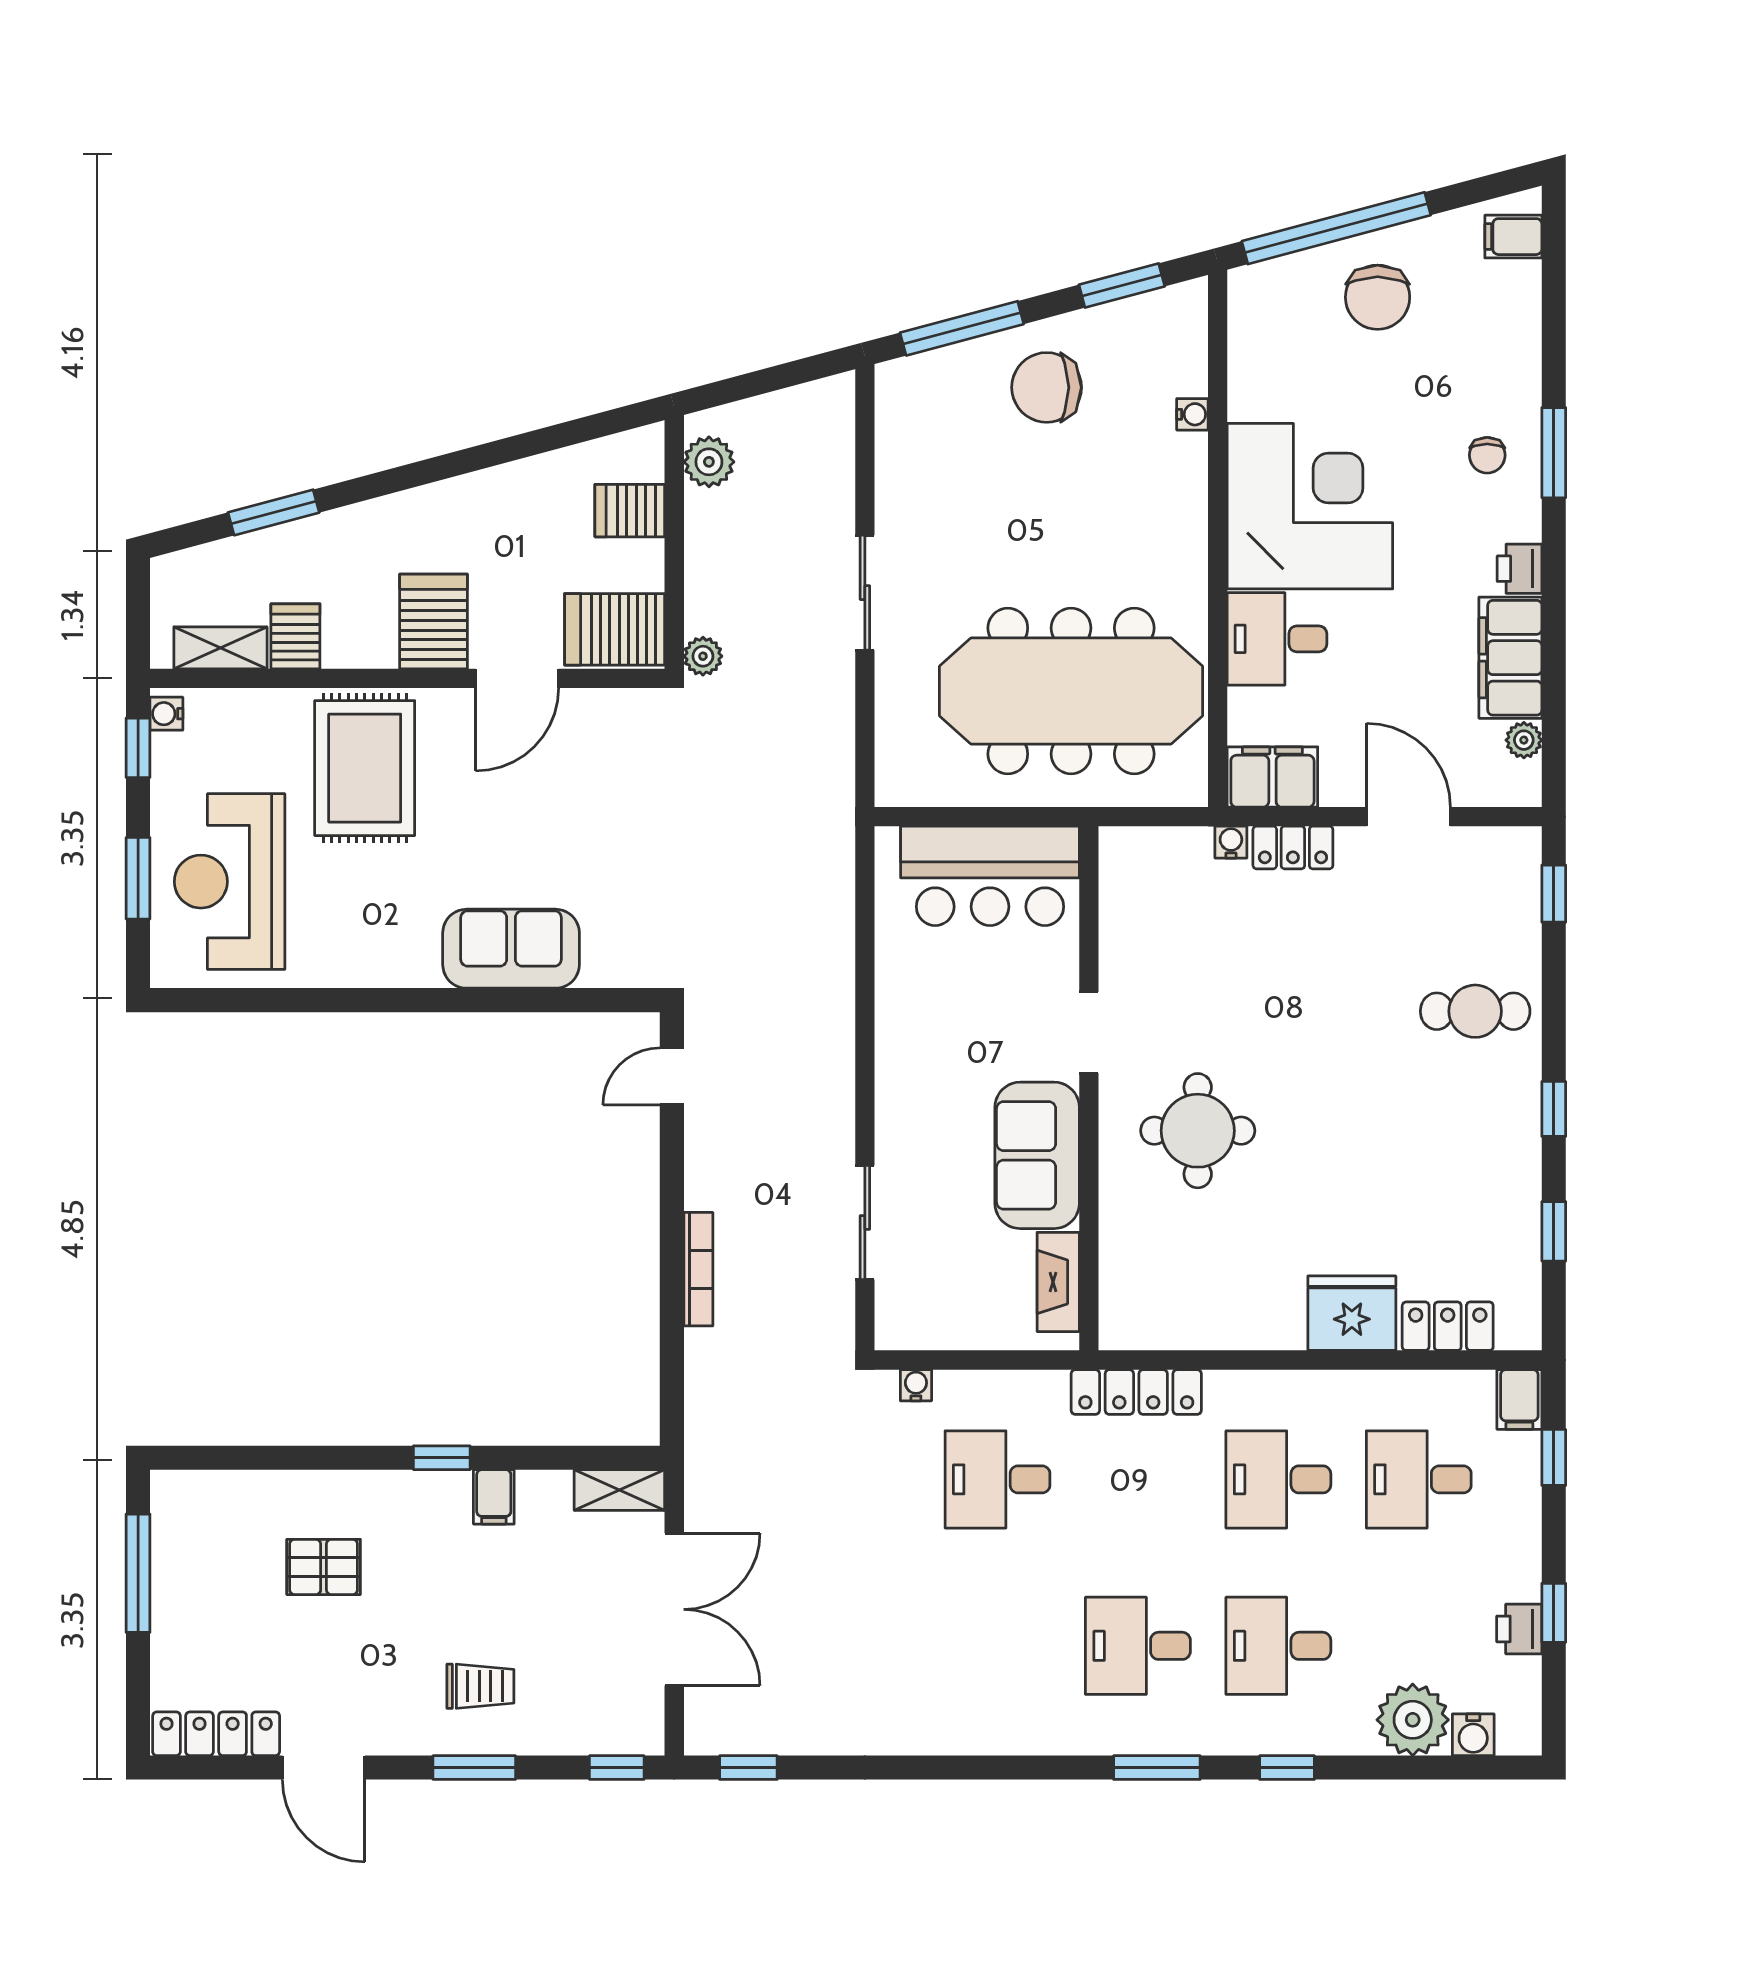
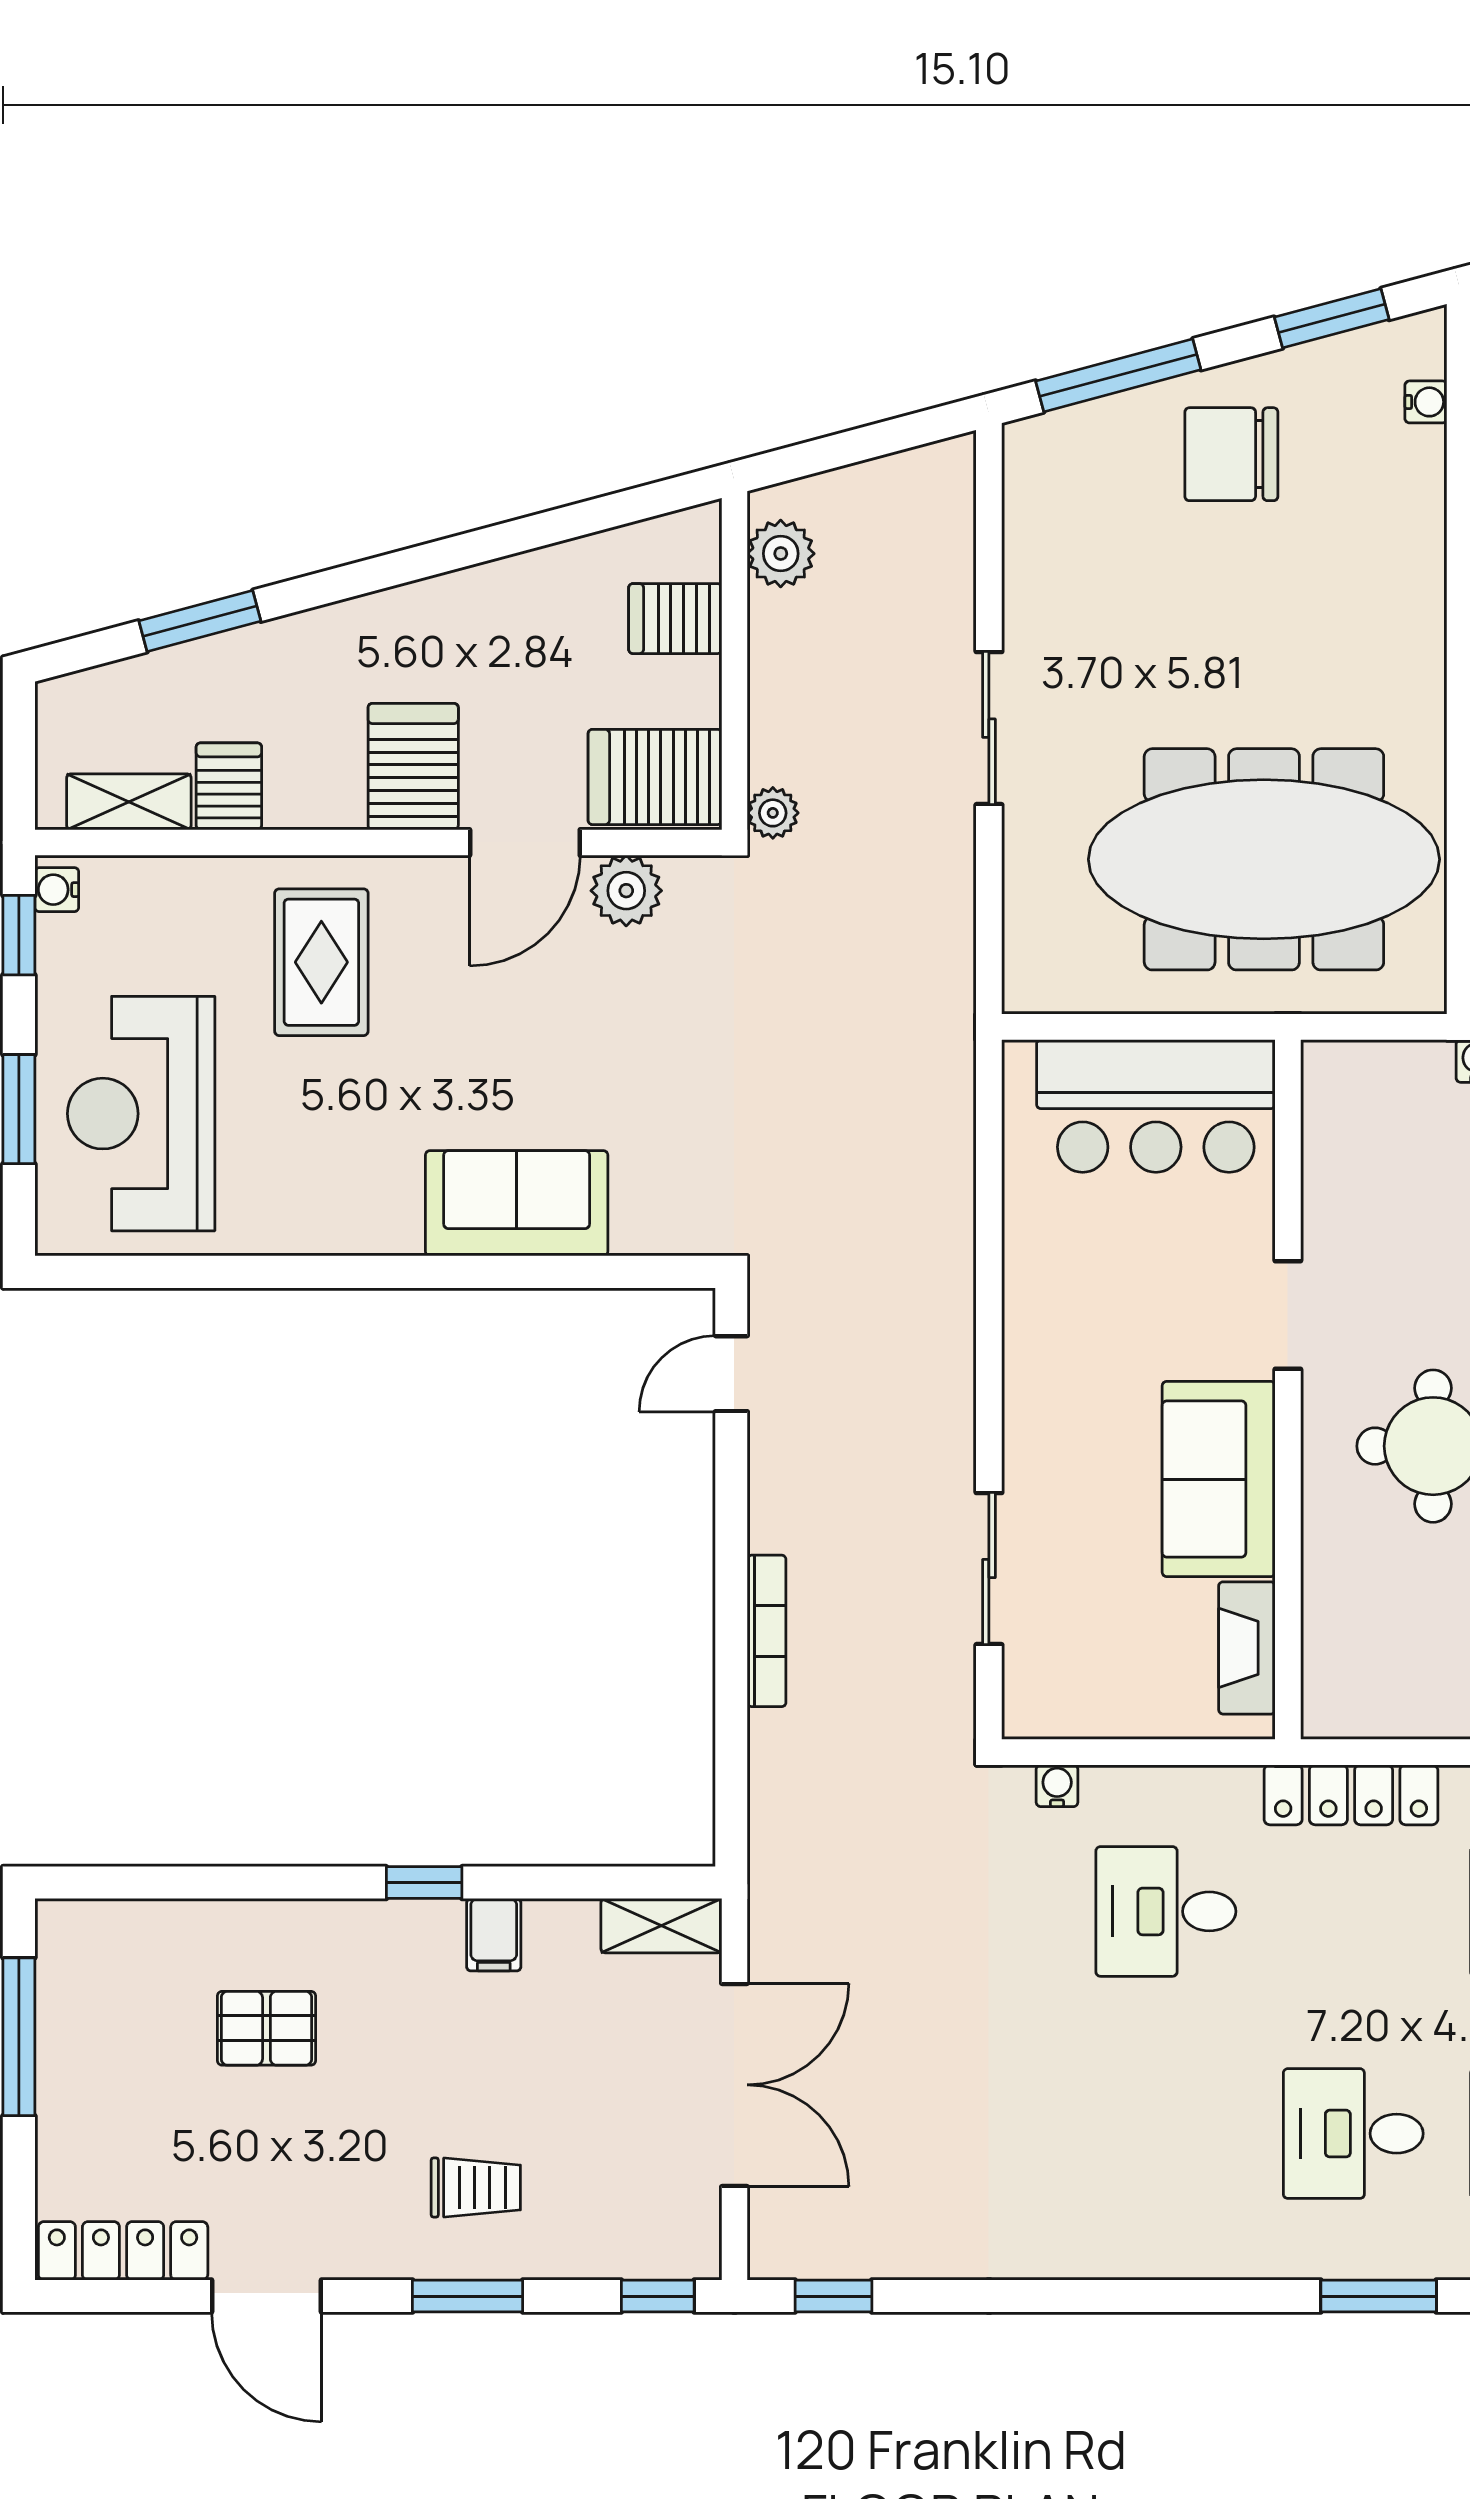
water cooler: (1192, 414) -> (1426, 402), moved
plant: (593, 714) -> (626, 891), added
rug: (365, 768) -> (321, 962), width x0.73, depth x0.70

